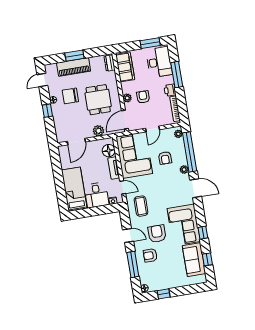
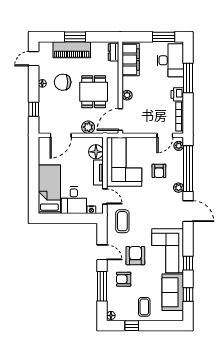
armchair: (143, 97) -> (145, 97), removed
window: (47, 111) -> (34, 109), moved
door: (152, 129) -> (165, 135), moved
coffee table: (172, 276) -> (144, 307), added

